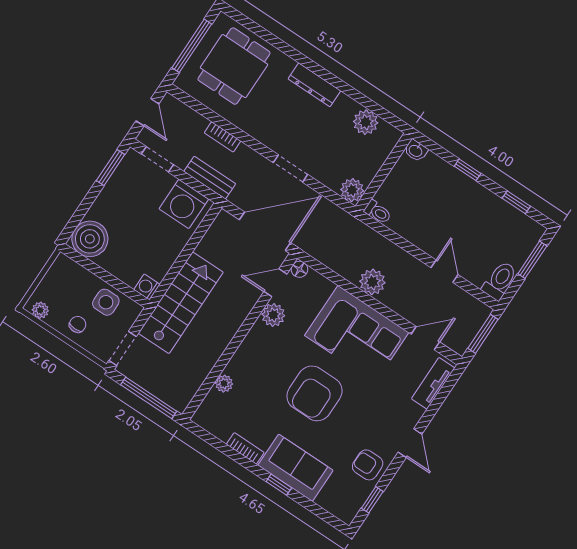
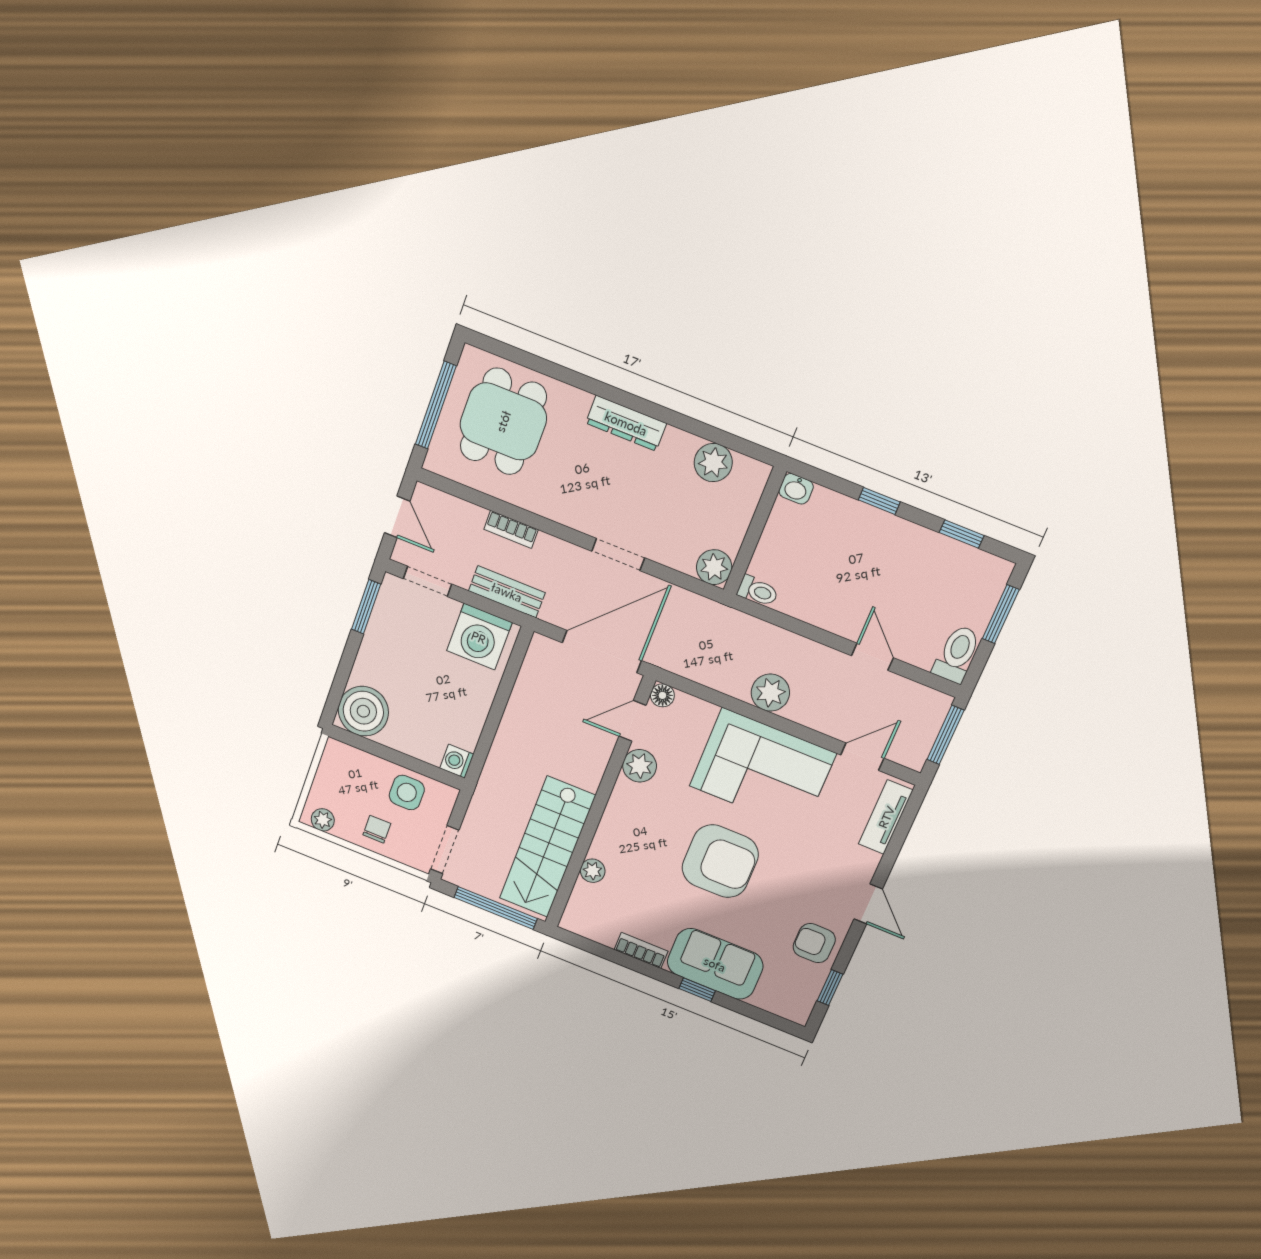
stairs: (181, 303) -> (547, 847), moved, turned 180
armchair: (314, 393) -> (720, 861), turned -90

